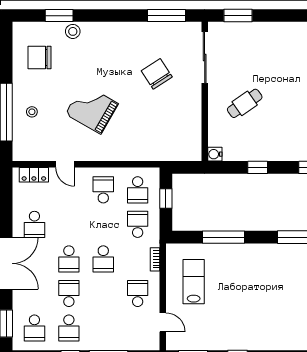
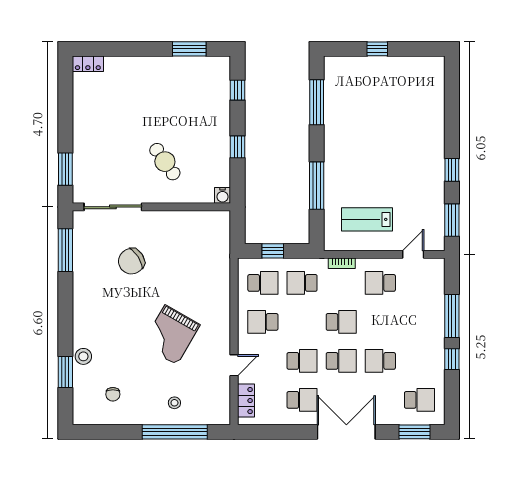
chair: (39, 57) -> (113, 394), width x0.54, depth x0.54
school desk: (69, 328) -> (302, 361), moved

